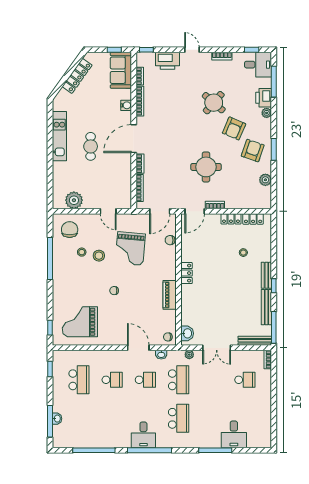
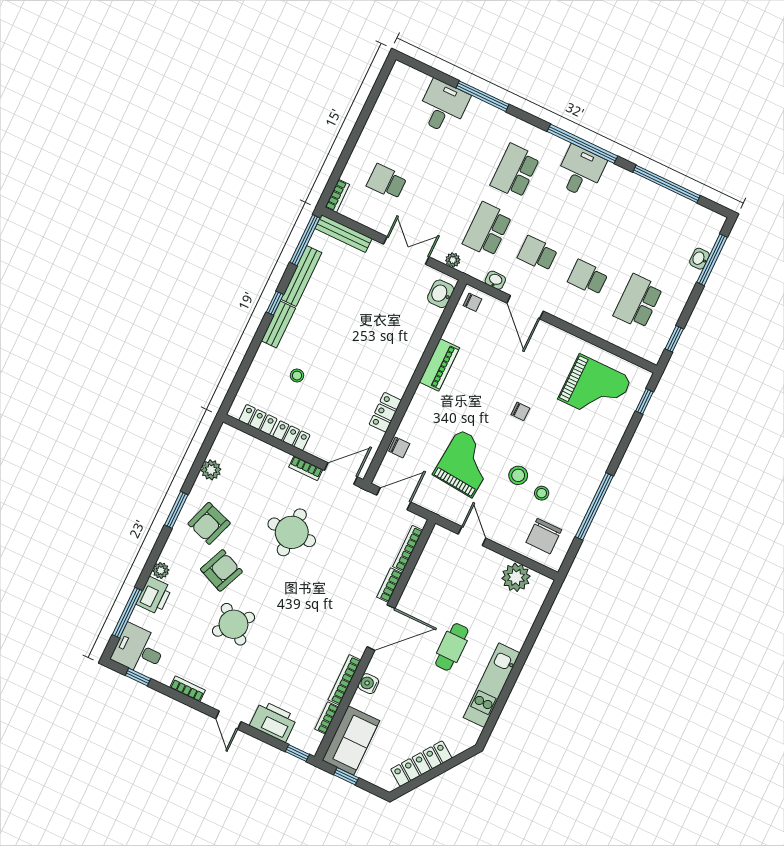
locker: (186, 273) -> (385, 412), moved

